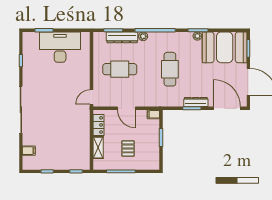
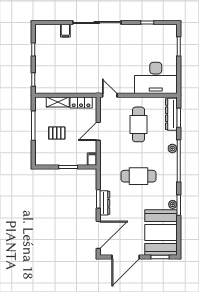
dresser: (122, 37) -> (171, 114), moved
desk: (60, 47) -> (156, 78), moved, turned 90
filing cabinet: (29, 151) -> (65, 31), moved

